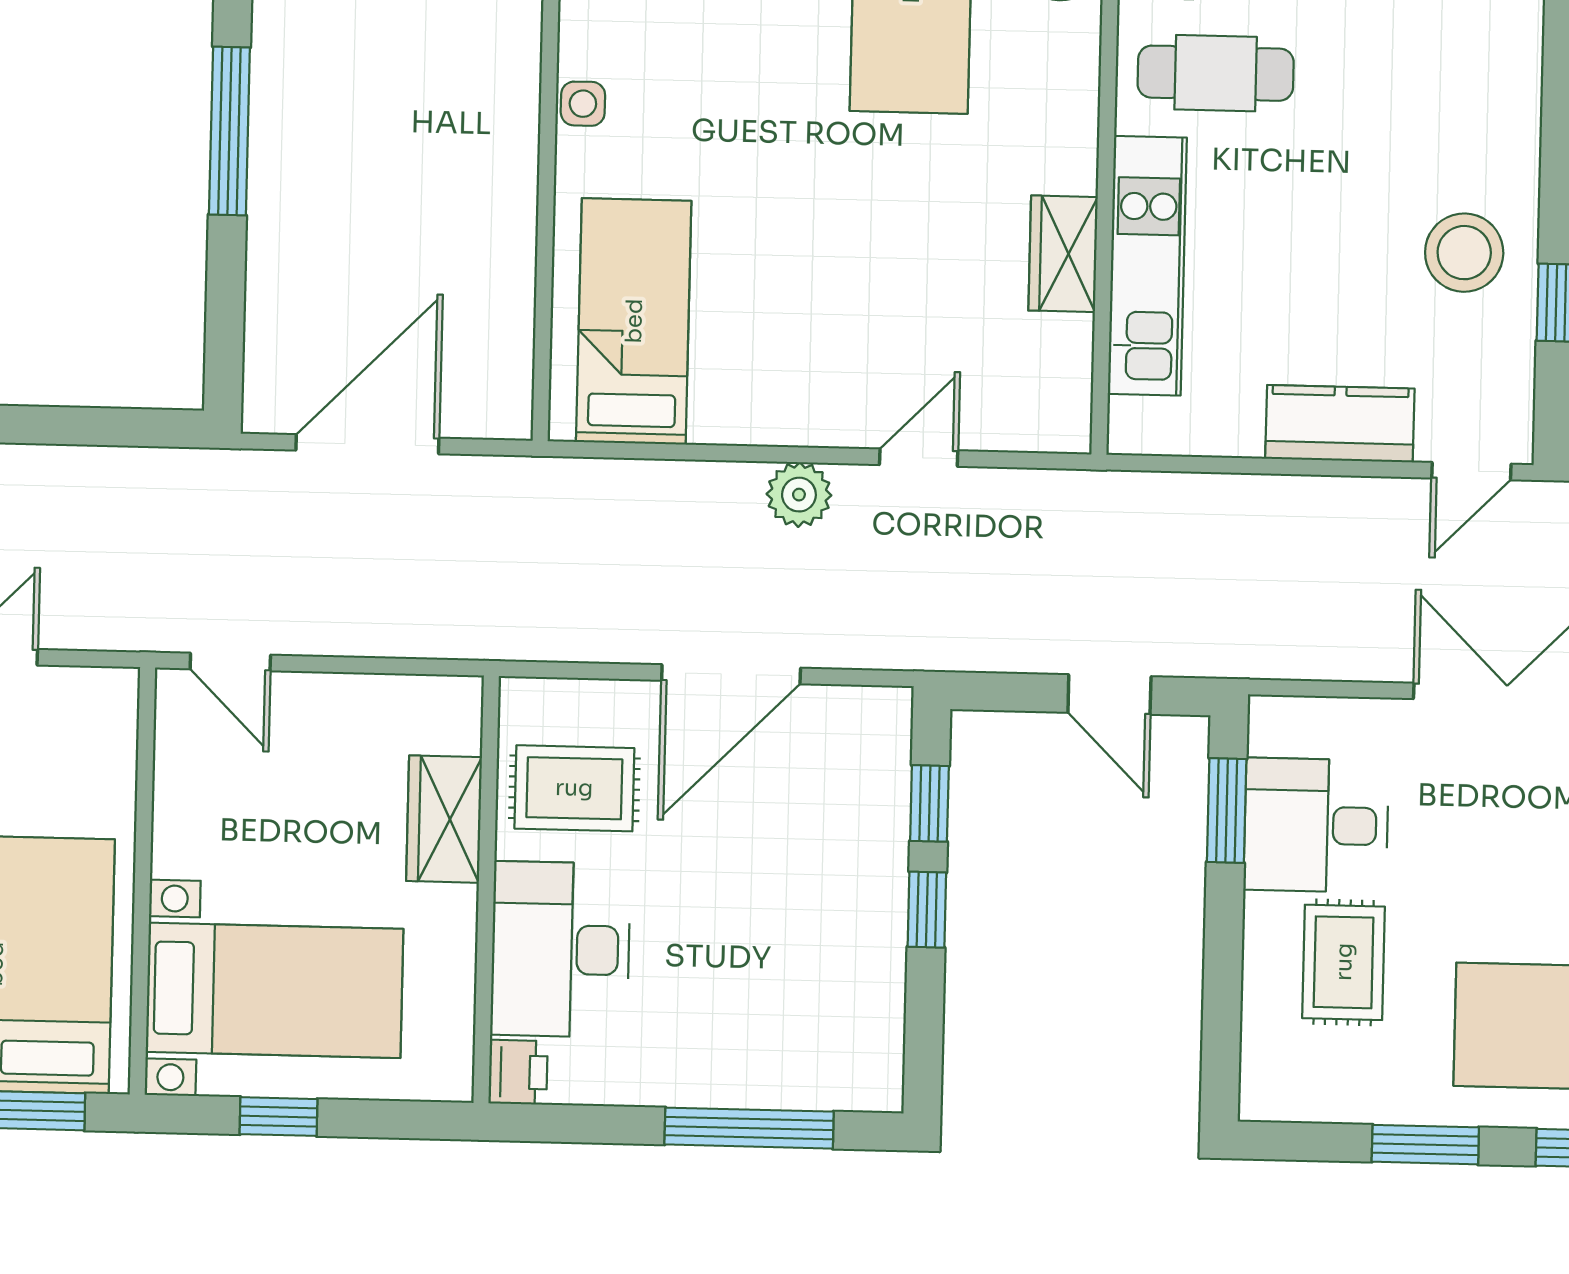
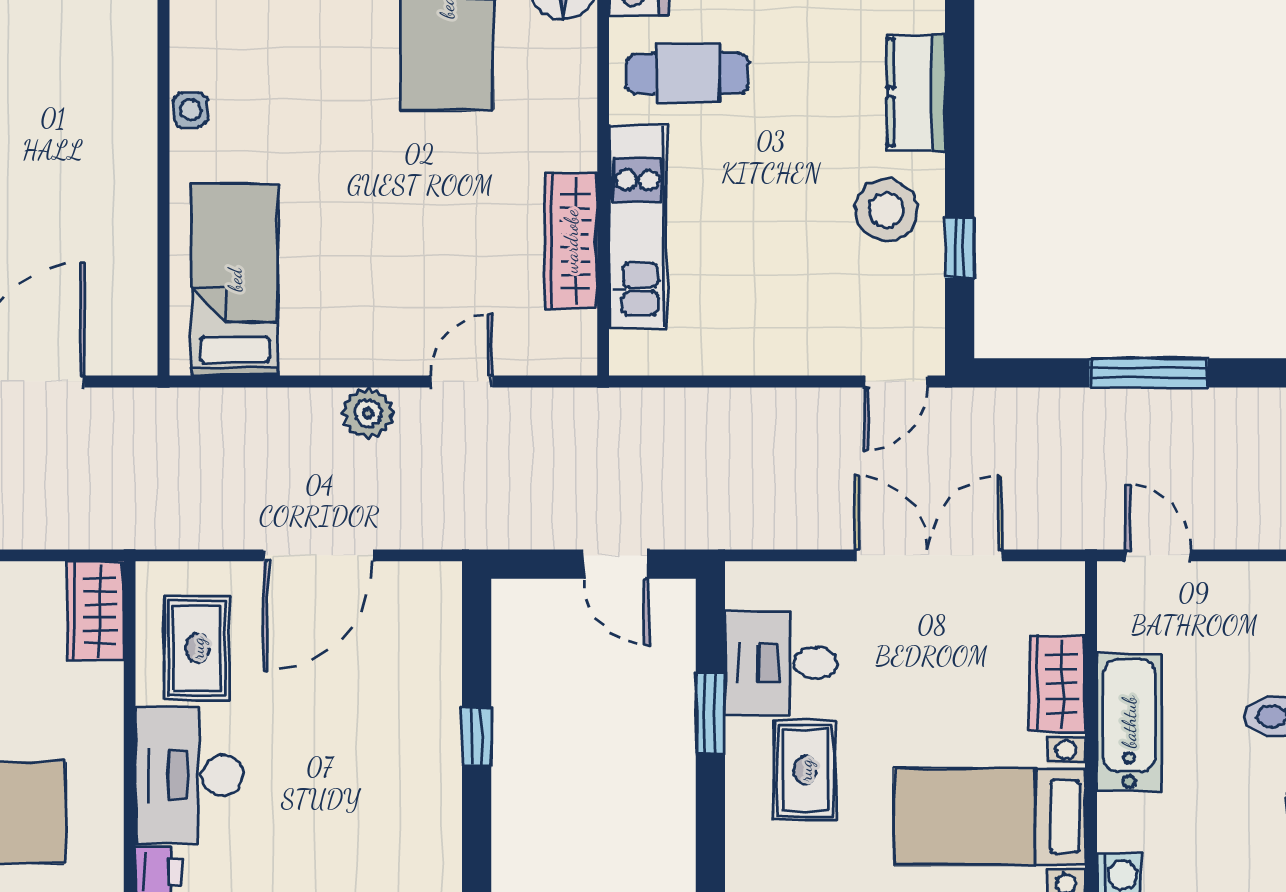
wardrobe: (1063, 254) -> (571, 241), width x1.50
kitchen counter: (1340, 424) -> (916, 92), moved, turned -90
rug: (574, 788) -> (197, 648), turned 90
window: (929, 803) -> (477, 653), removed
window: (1227, 811) -> (710, 713), moved
wardrobe: (444, 819) -> (95, 611), moved

